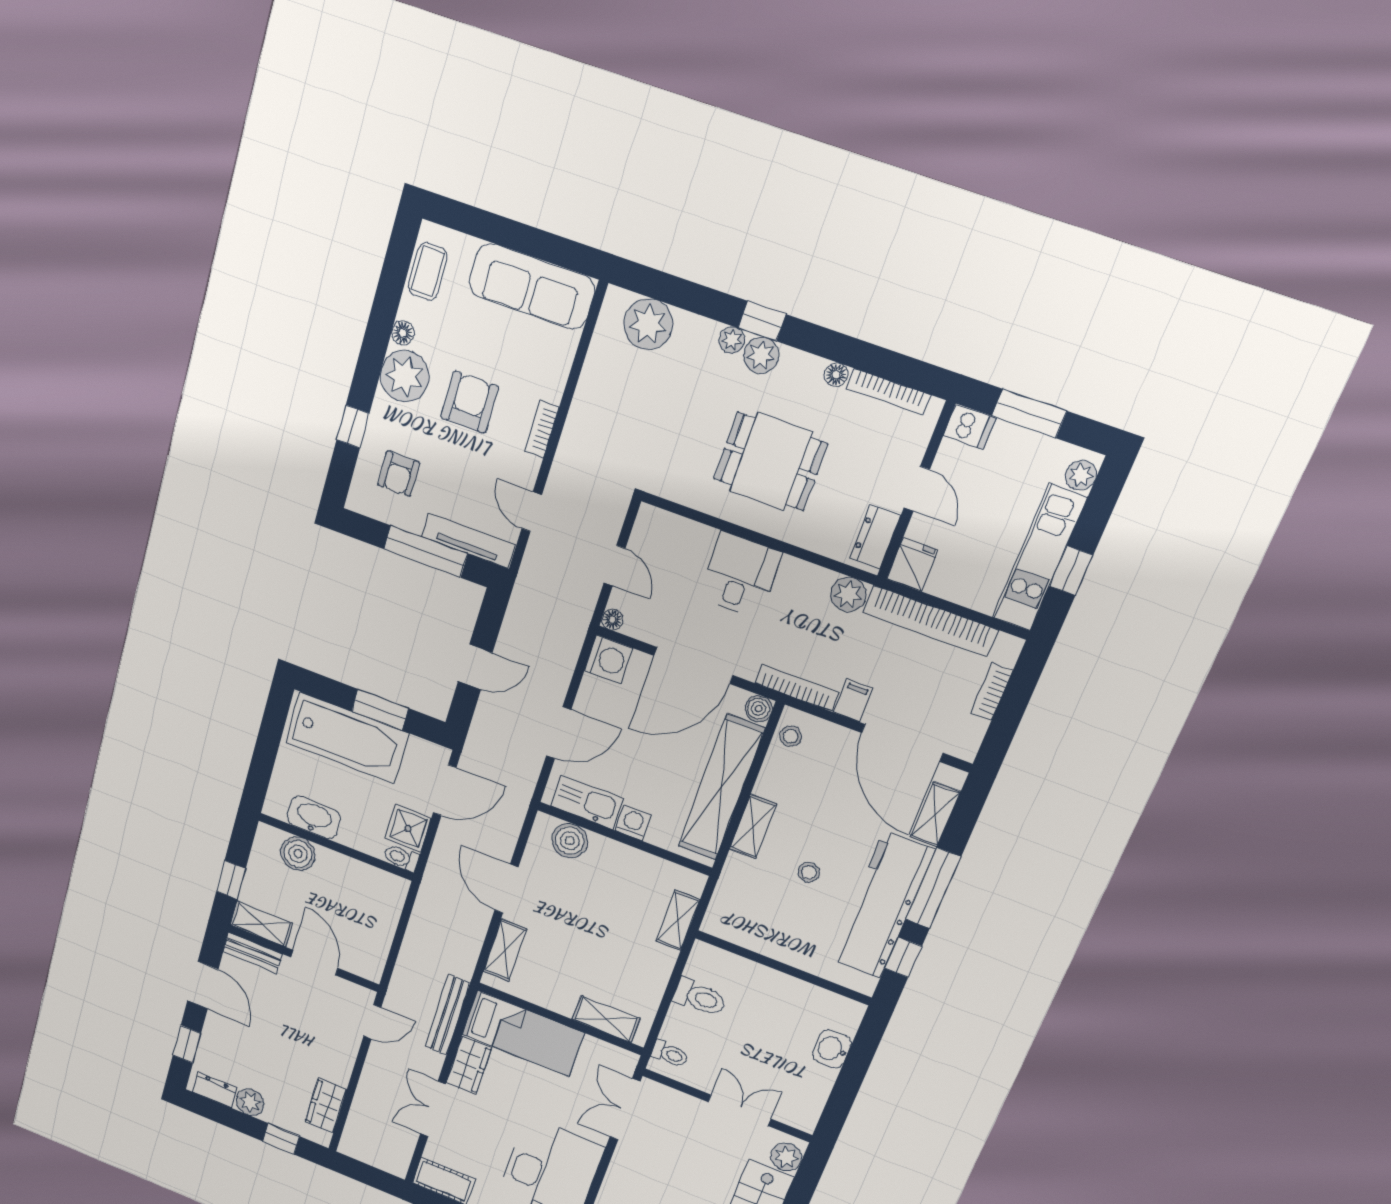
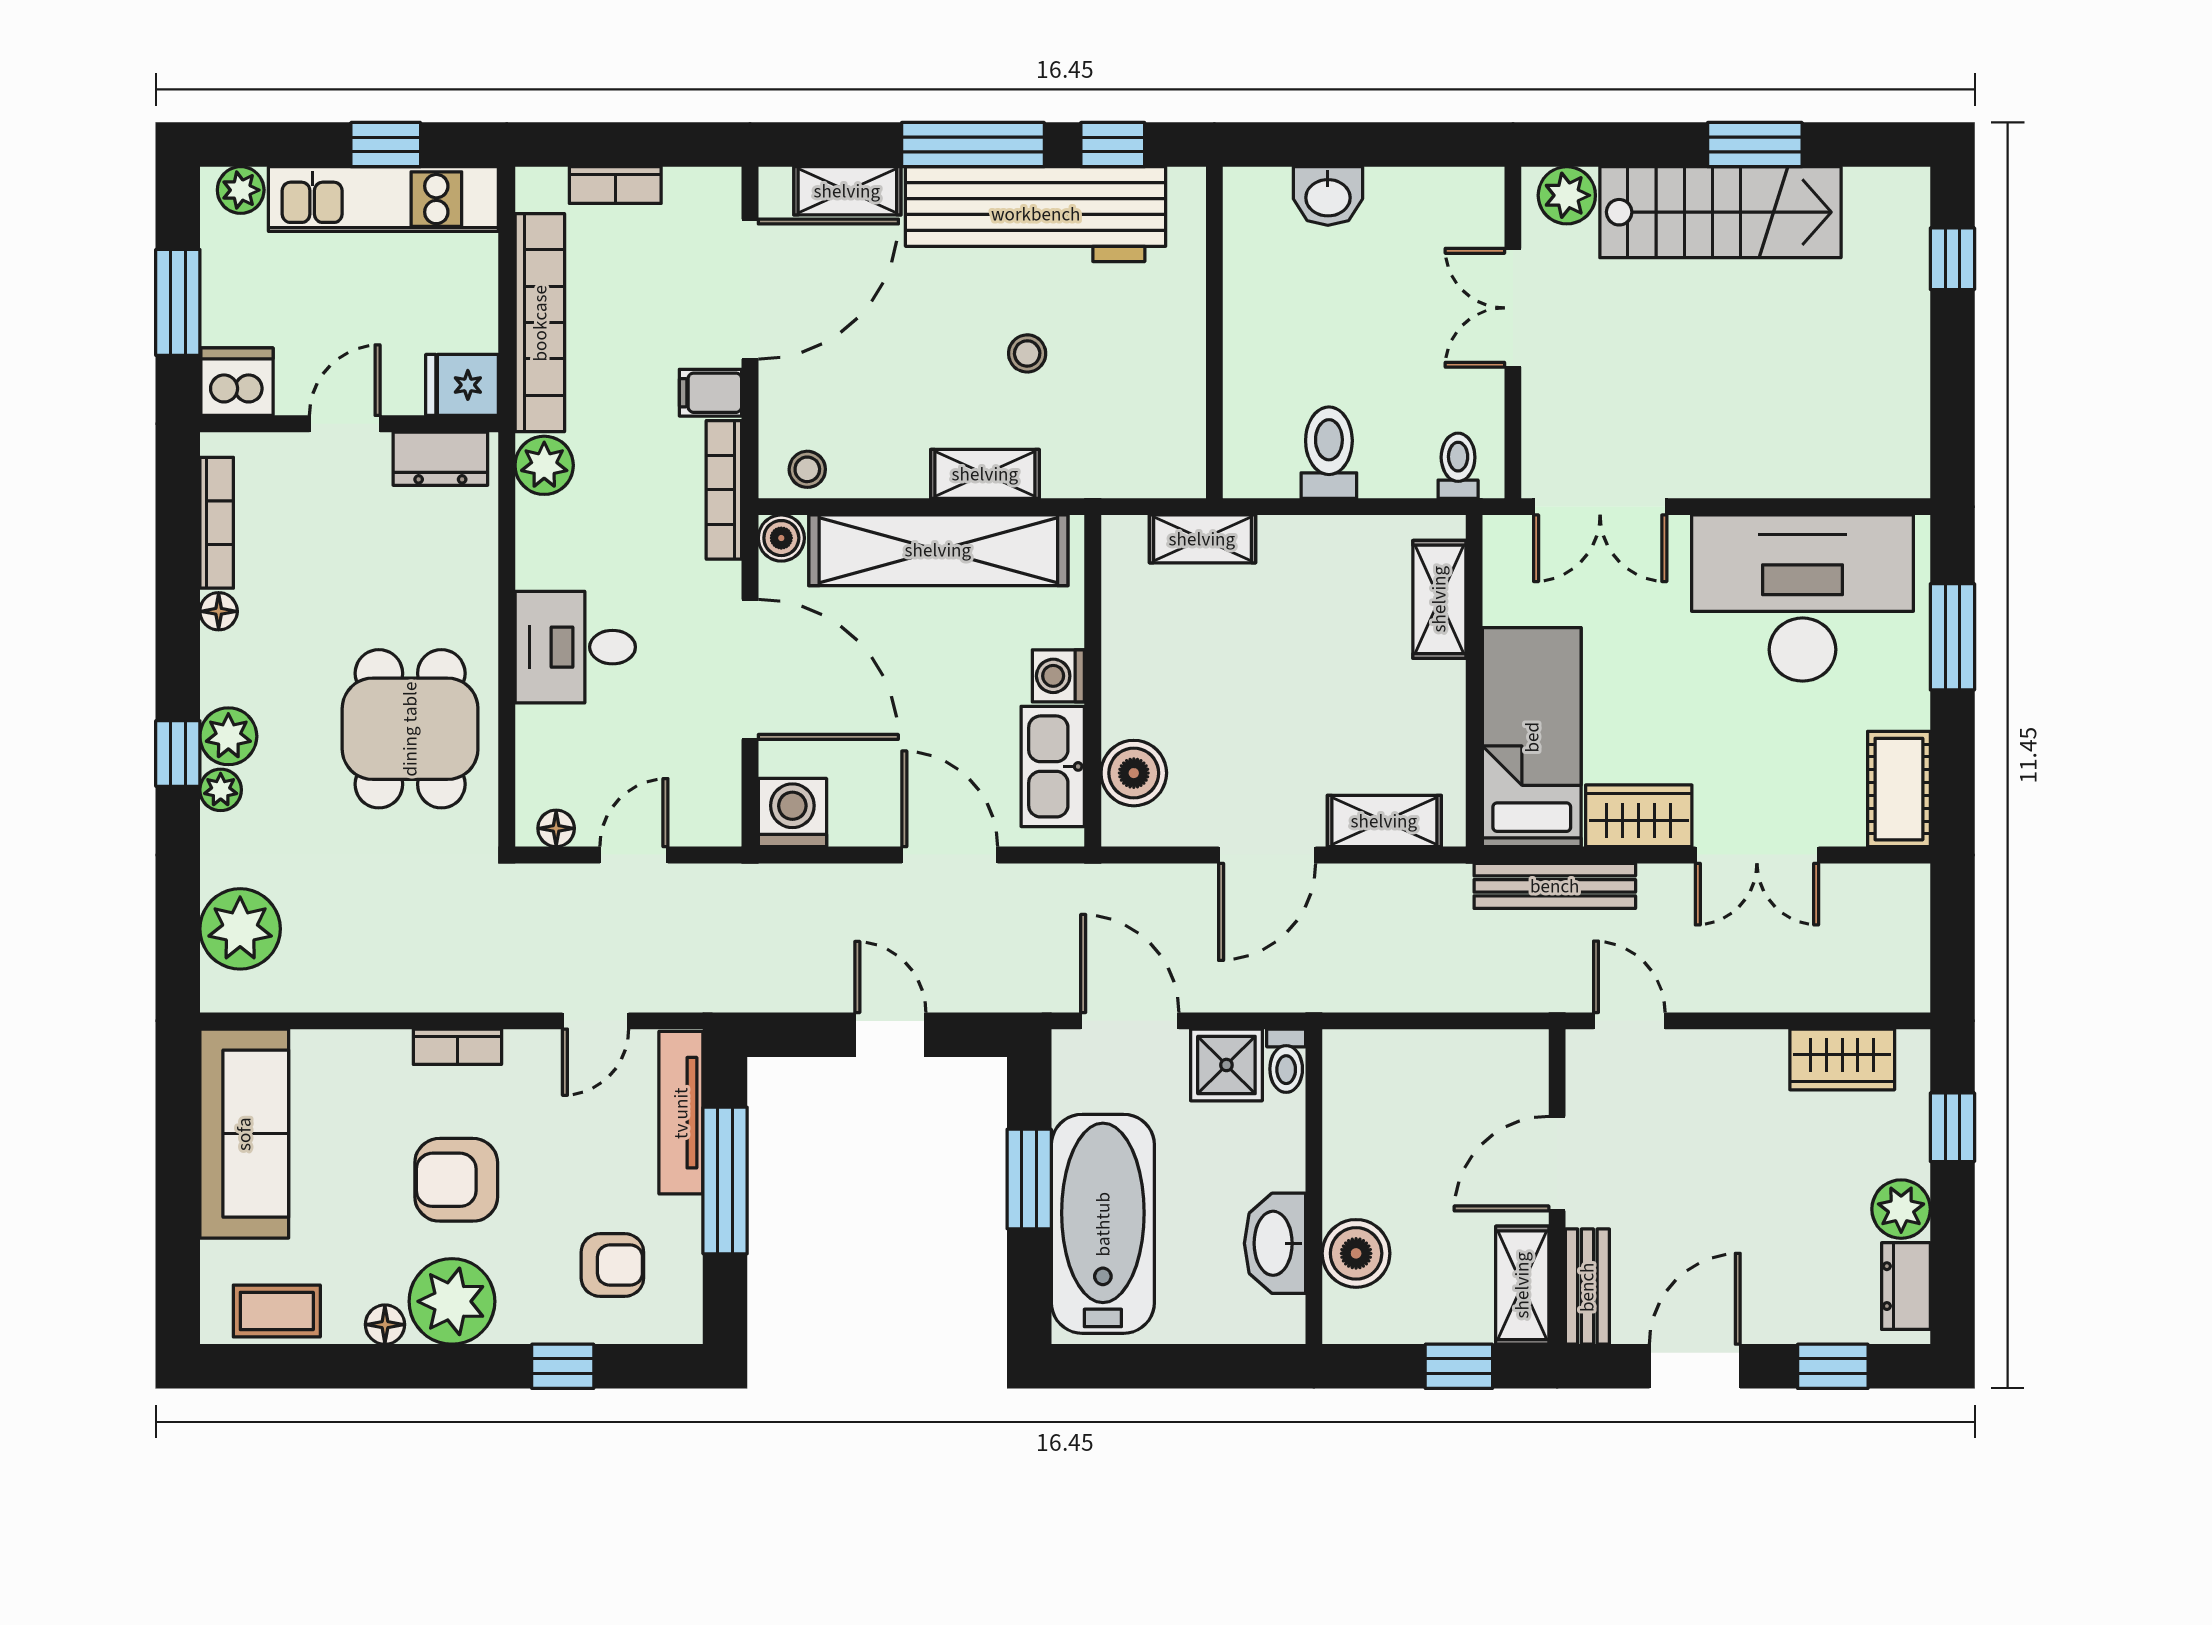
dishwasher: (969, 427) -> (237, 382), width x1.38
dining table: (771, 461) -> (410, 729), moved
floor lamp: (613, 620) -> (556, 828), moved

